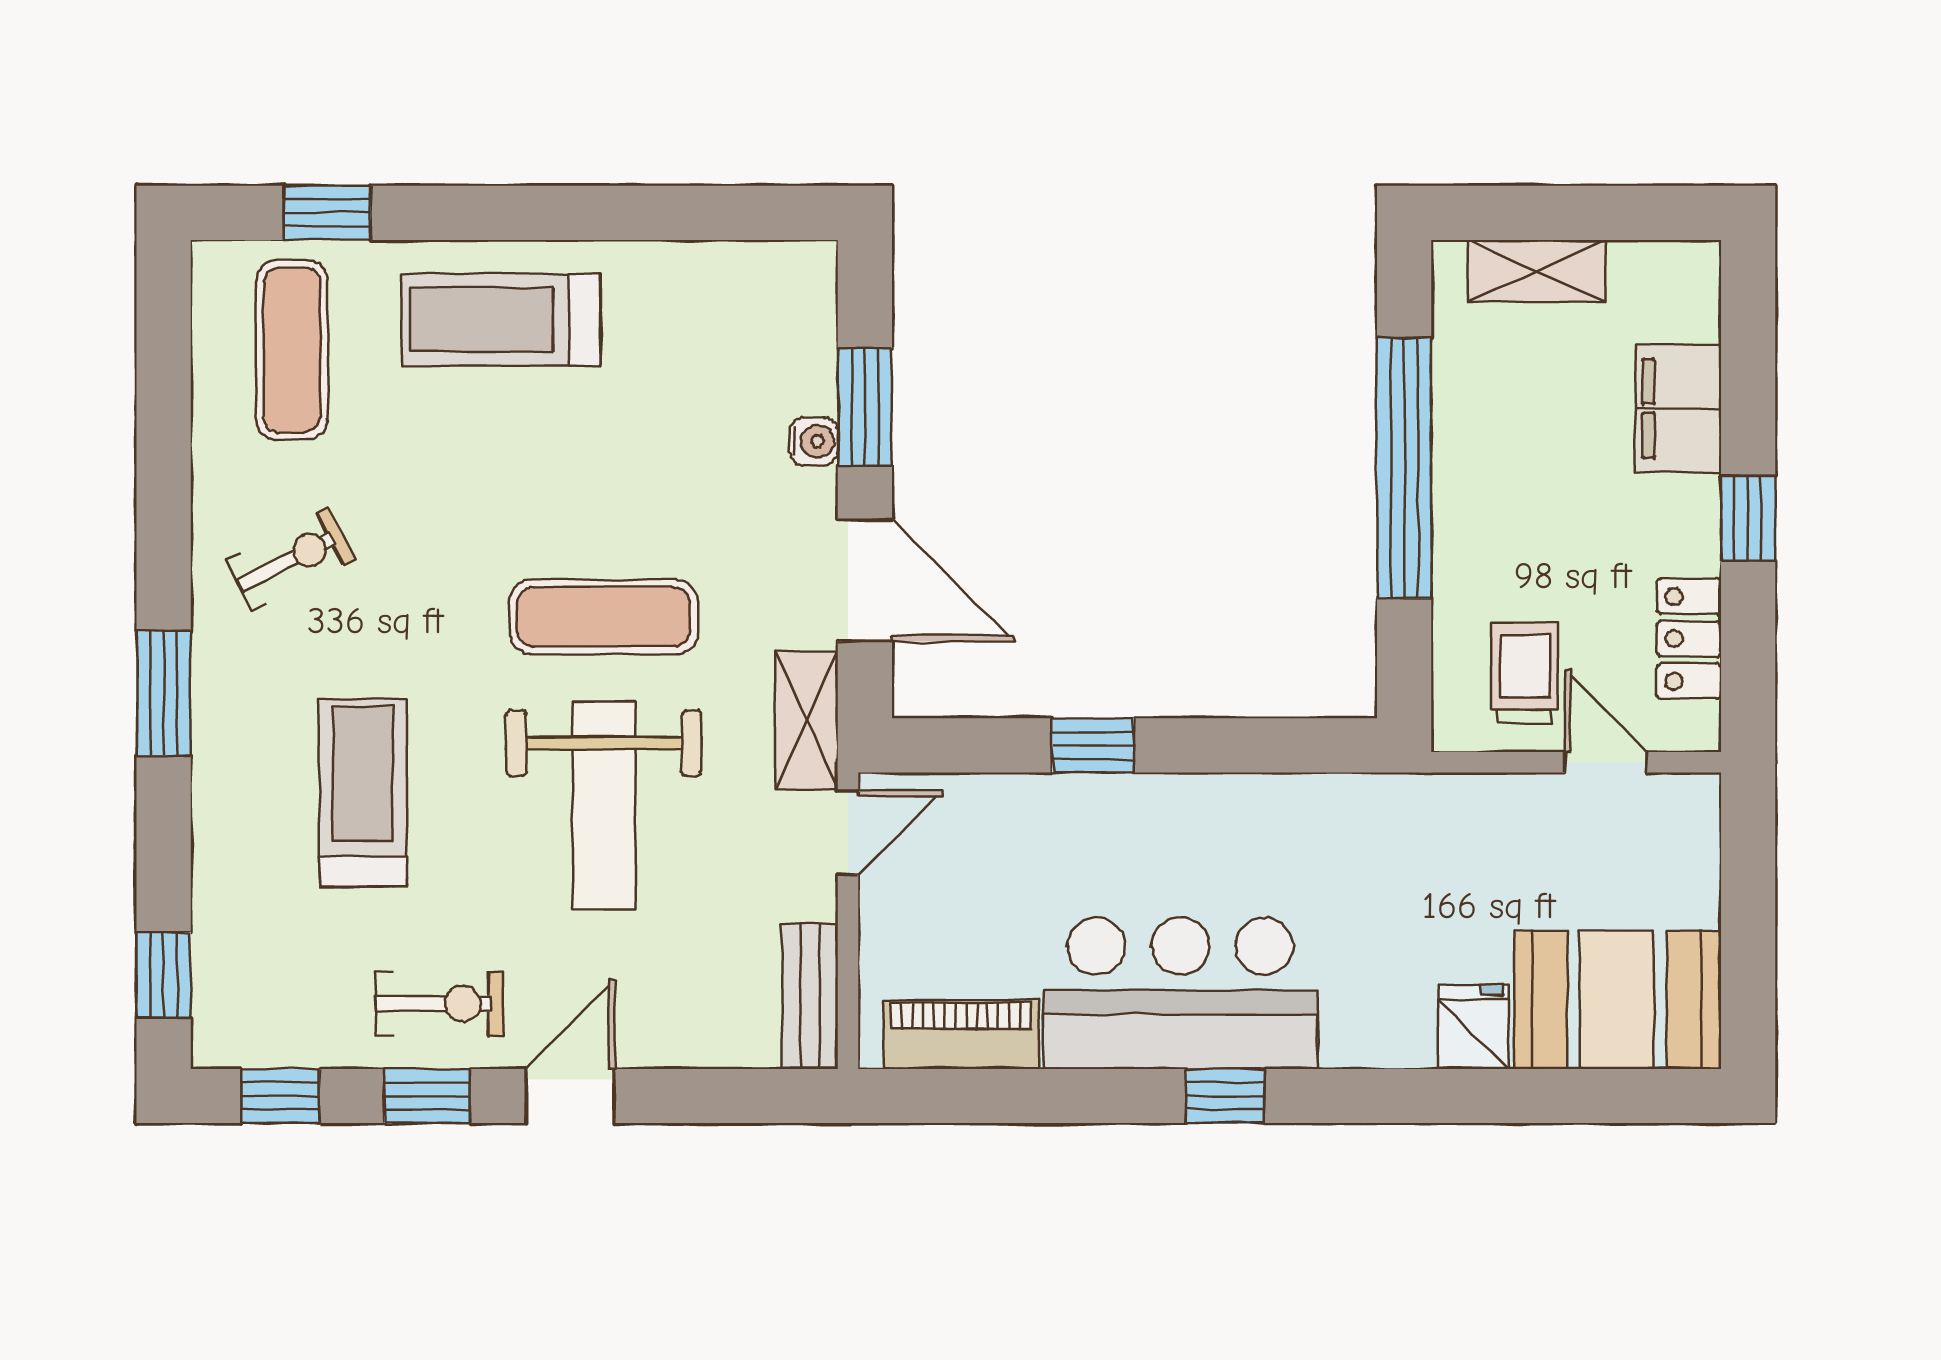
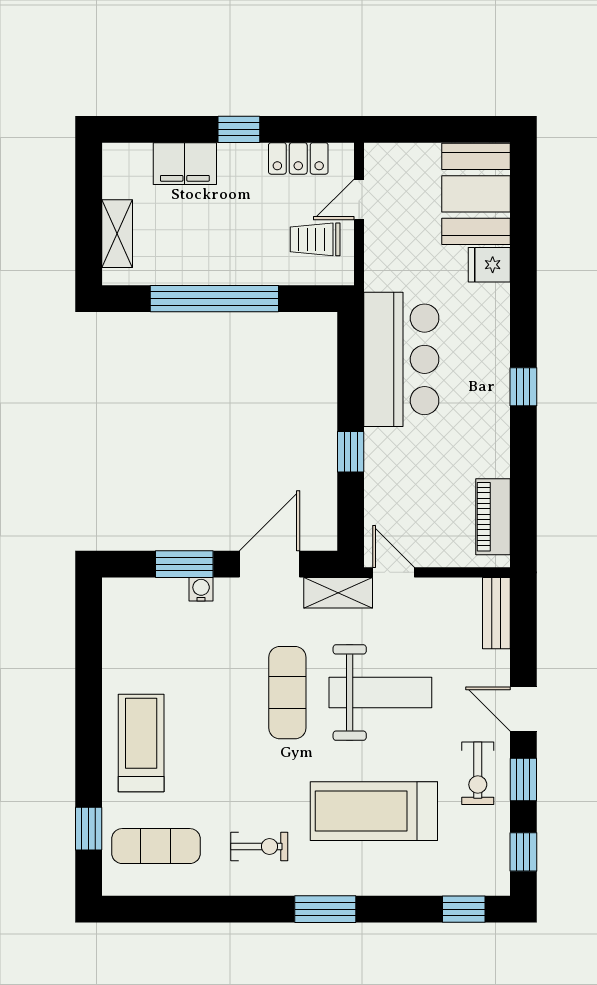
treadmill: (501, 319) -> (141, 743), turned 180
exercise bike: (291, 560) -> (259, 846), turned 117
treadmill: (363, 793) -> (374, 811), width x1.37, depth x1.38
bar counter: (1181, 993) -> (401, 359), moved, turned 180
bench: (810, 996) -> (496, 613), moved, turned 90
exercise bike: (440, 1004) -> (478, 773), turned 180

